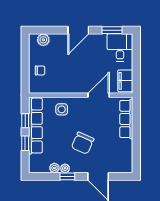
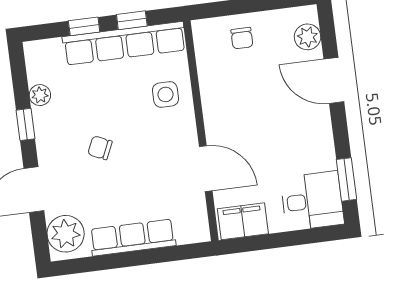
door: (78, 30) -> (334, 80), moved
row of seats: (126, 119) -> (133, 238), moved
chair: (83, 143) -> (100, 148), width x0.54, depth x0.54
plant: (65, 168) -> (66, 234), moved, width x1.88, depth x1.88

